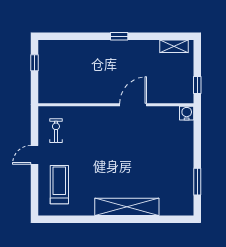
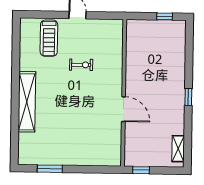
water cooler: (187, 113) -> (115, 160), removed
exercise bike: (56, 131) -> (81, 65), moved
treadmill: (59, 185) -> (49, 38), turned 90

